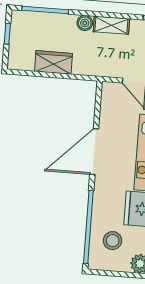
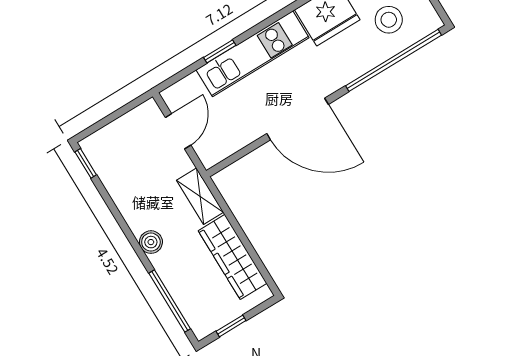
shelving: (111, 25) -> (200, 196), moved
wardrobe: (54, 62) -> (233, 257), width x1.50

